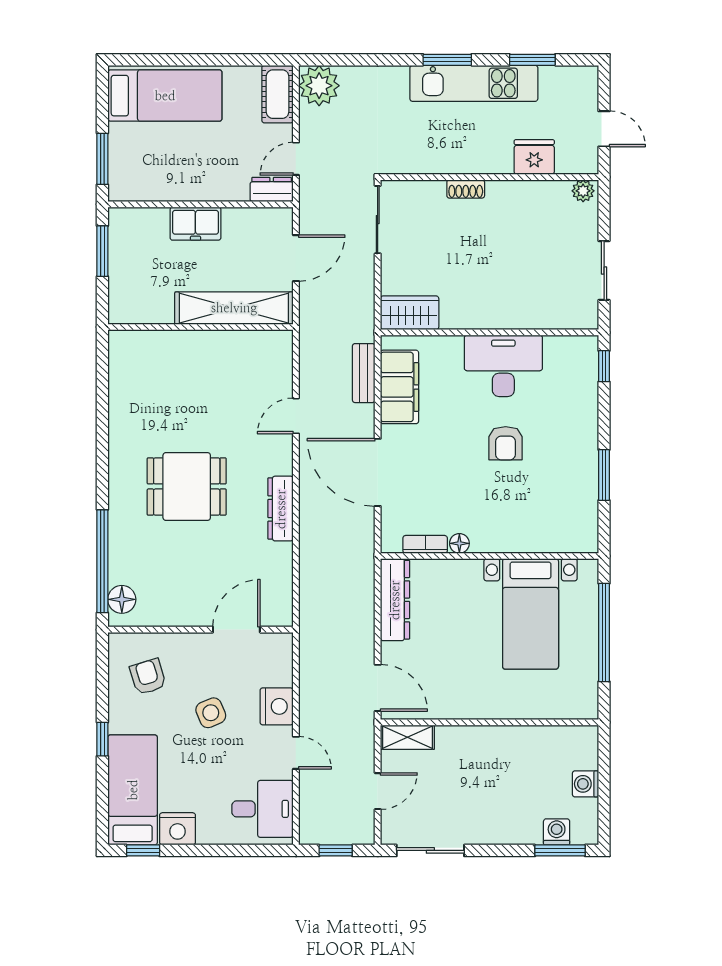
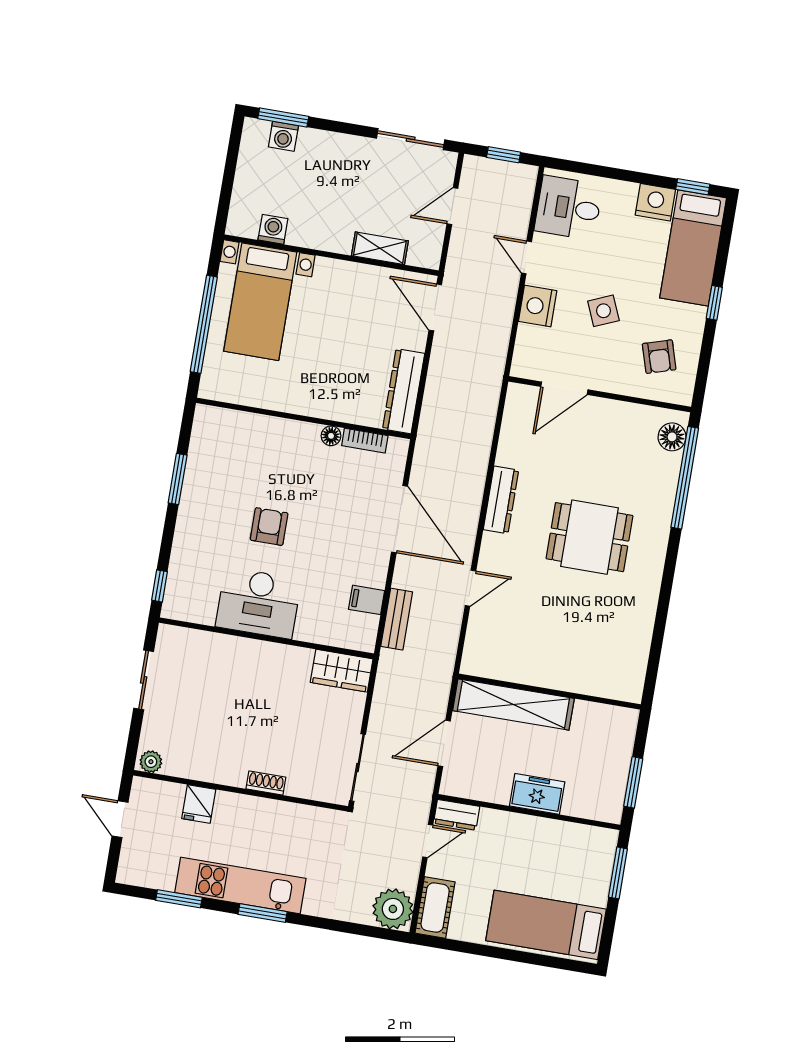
fridge: (534, 157) -> (199, 804), width x0.72
filing cabinet: (400, 387) -> (367, 600), width x0.33, depth x0.86
bed with nightstands: (531, 614) -> (260, 302), moved, turned 180
shelving: (407, 737) -> (380, 248), moved
washing machine: (585, 784) -> (273, 229), moved, turned -90

